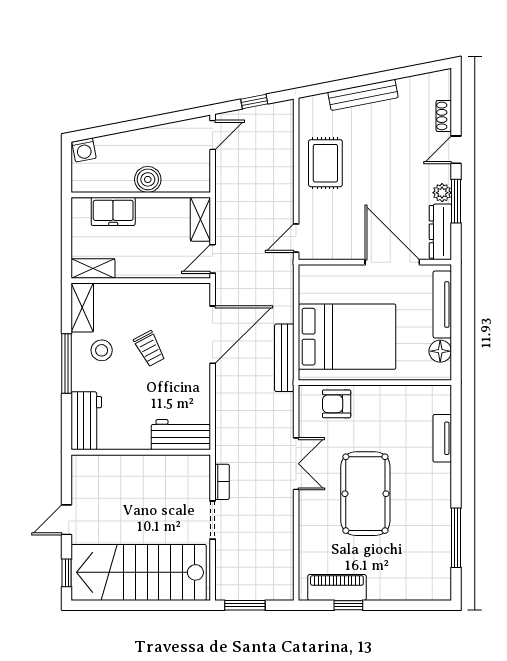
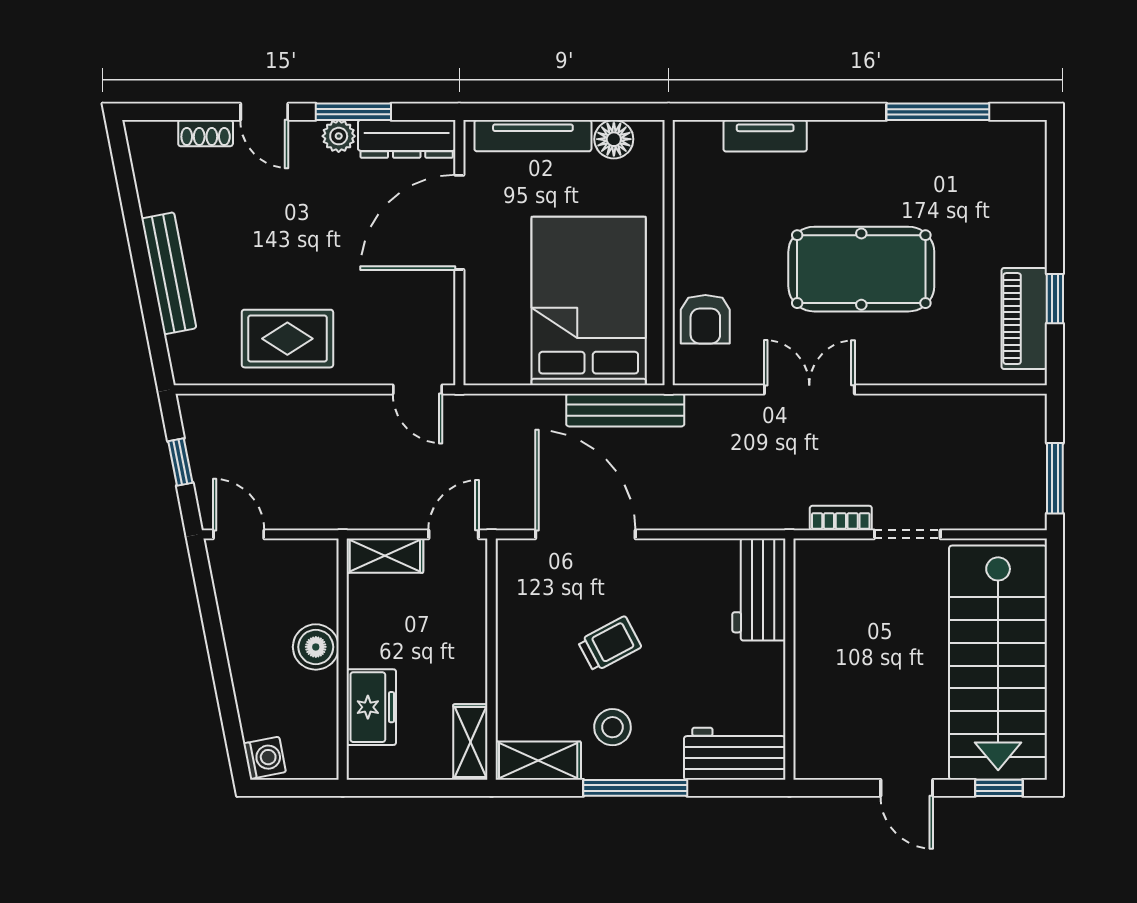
door: (213, 259) -> (454, 534), swing flipped

